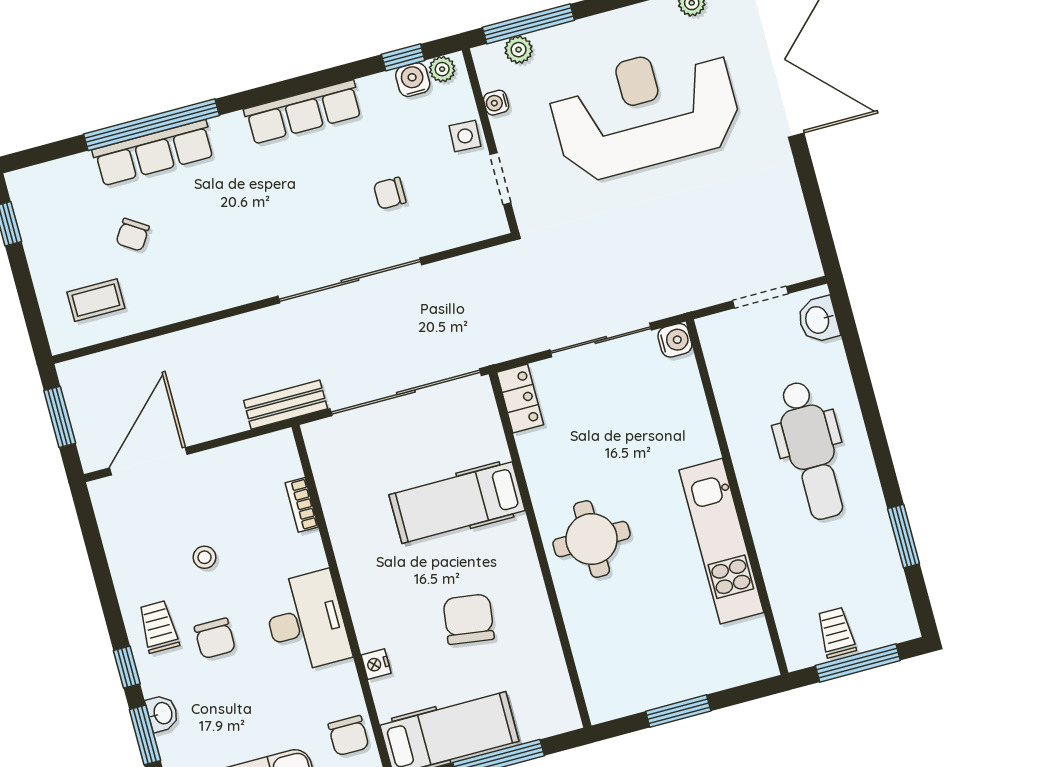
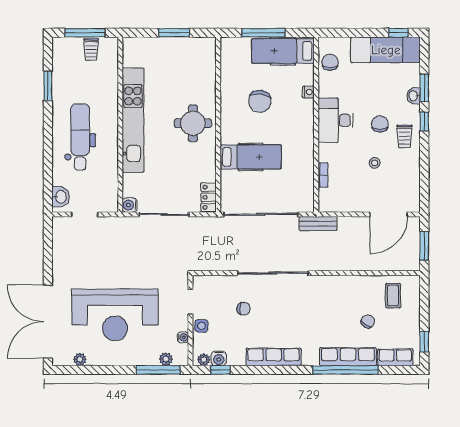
row of seats: (58, 177) -> (395, 357), added
coffee table: (96, 300) -> (393, 296), turned 90
kitchen unit: (721, 541) -> (133, 120), width x1.36

